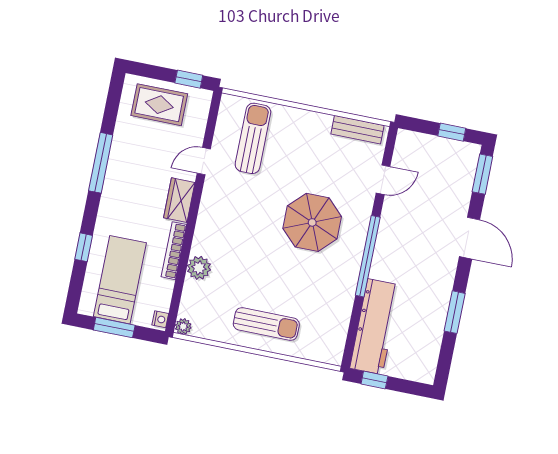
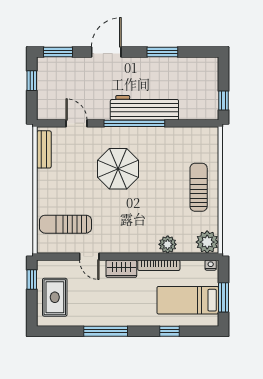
plant: (183, 326) -> (207, 242), width x1.88, depth x1.88
workbench: (375, 327) -> (144, 108), moved

